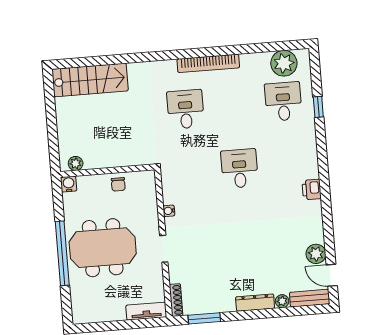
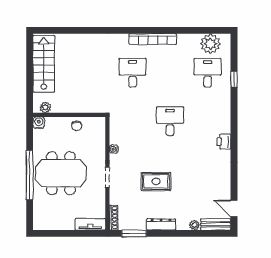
stairs: (90, 80) -> (44, 64), moved, turned -90
rug: (227, 248) -> (156, 181), added
plant: (316, 254) -> (223, 191), removed
dresser: (255, 303) -> (161, 224), moved

